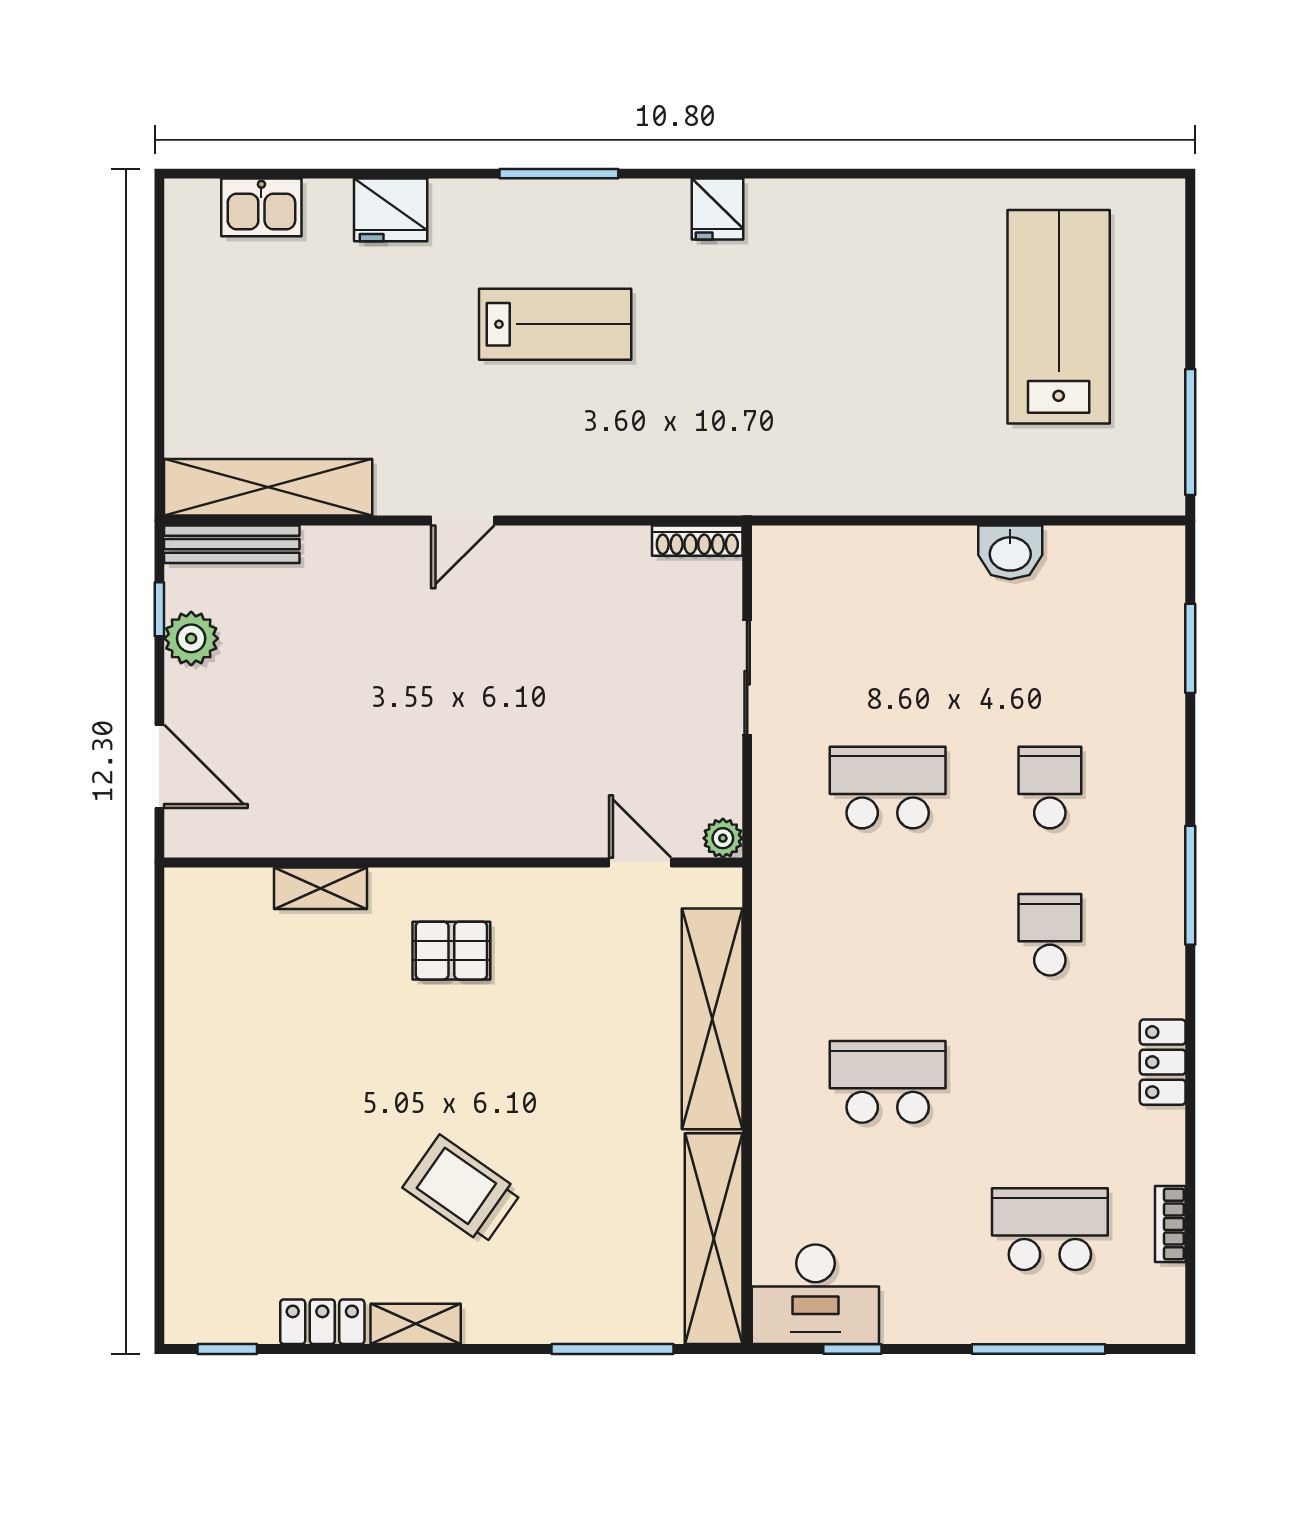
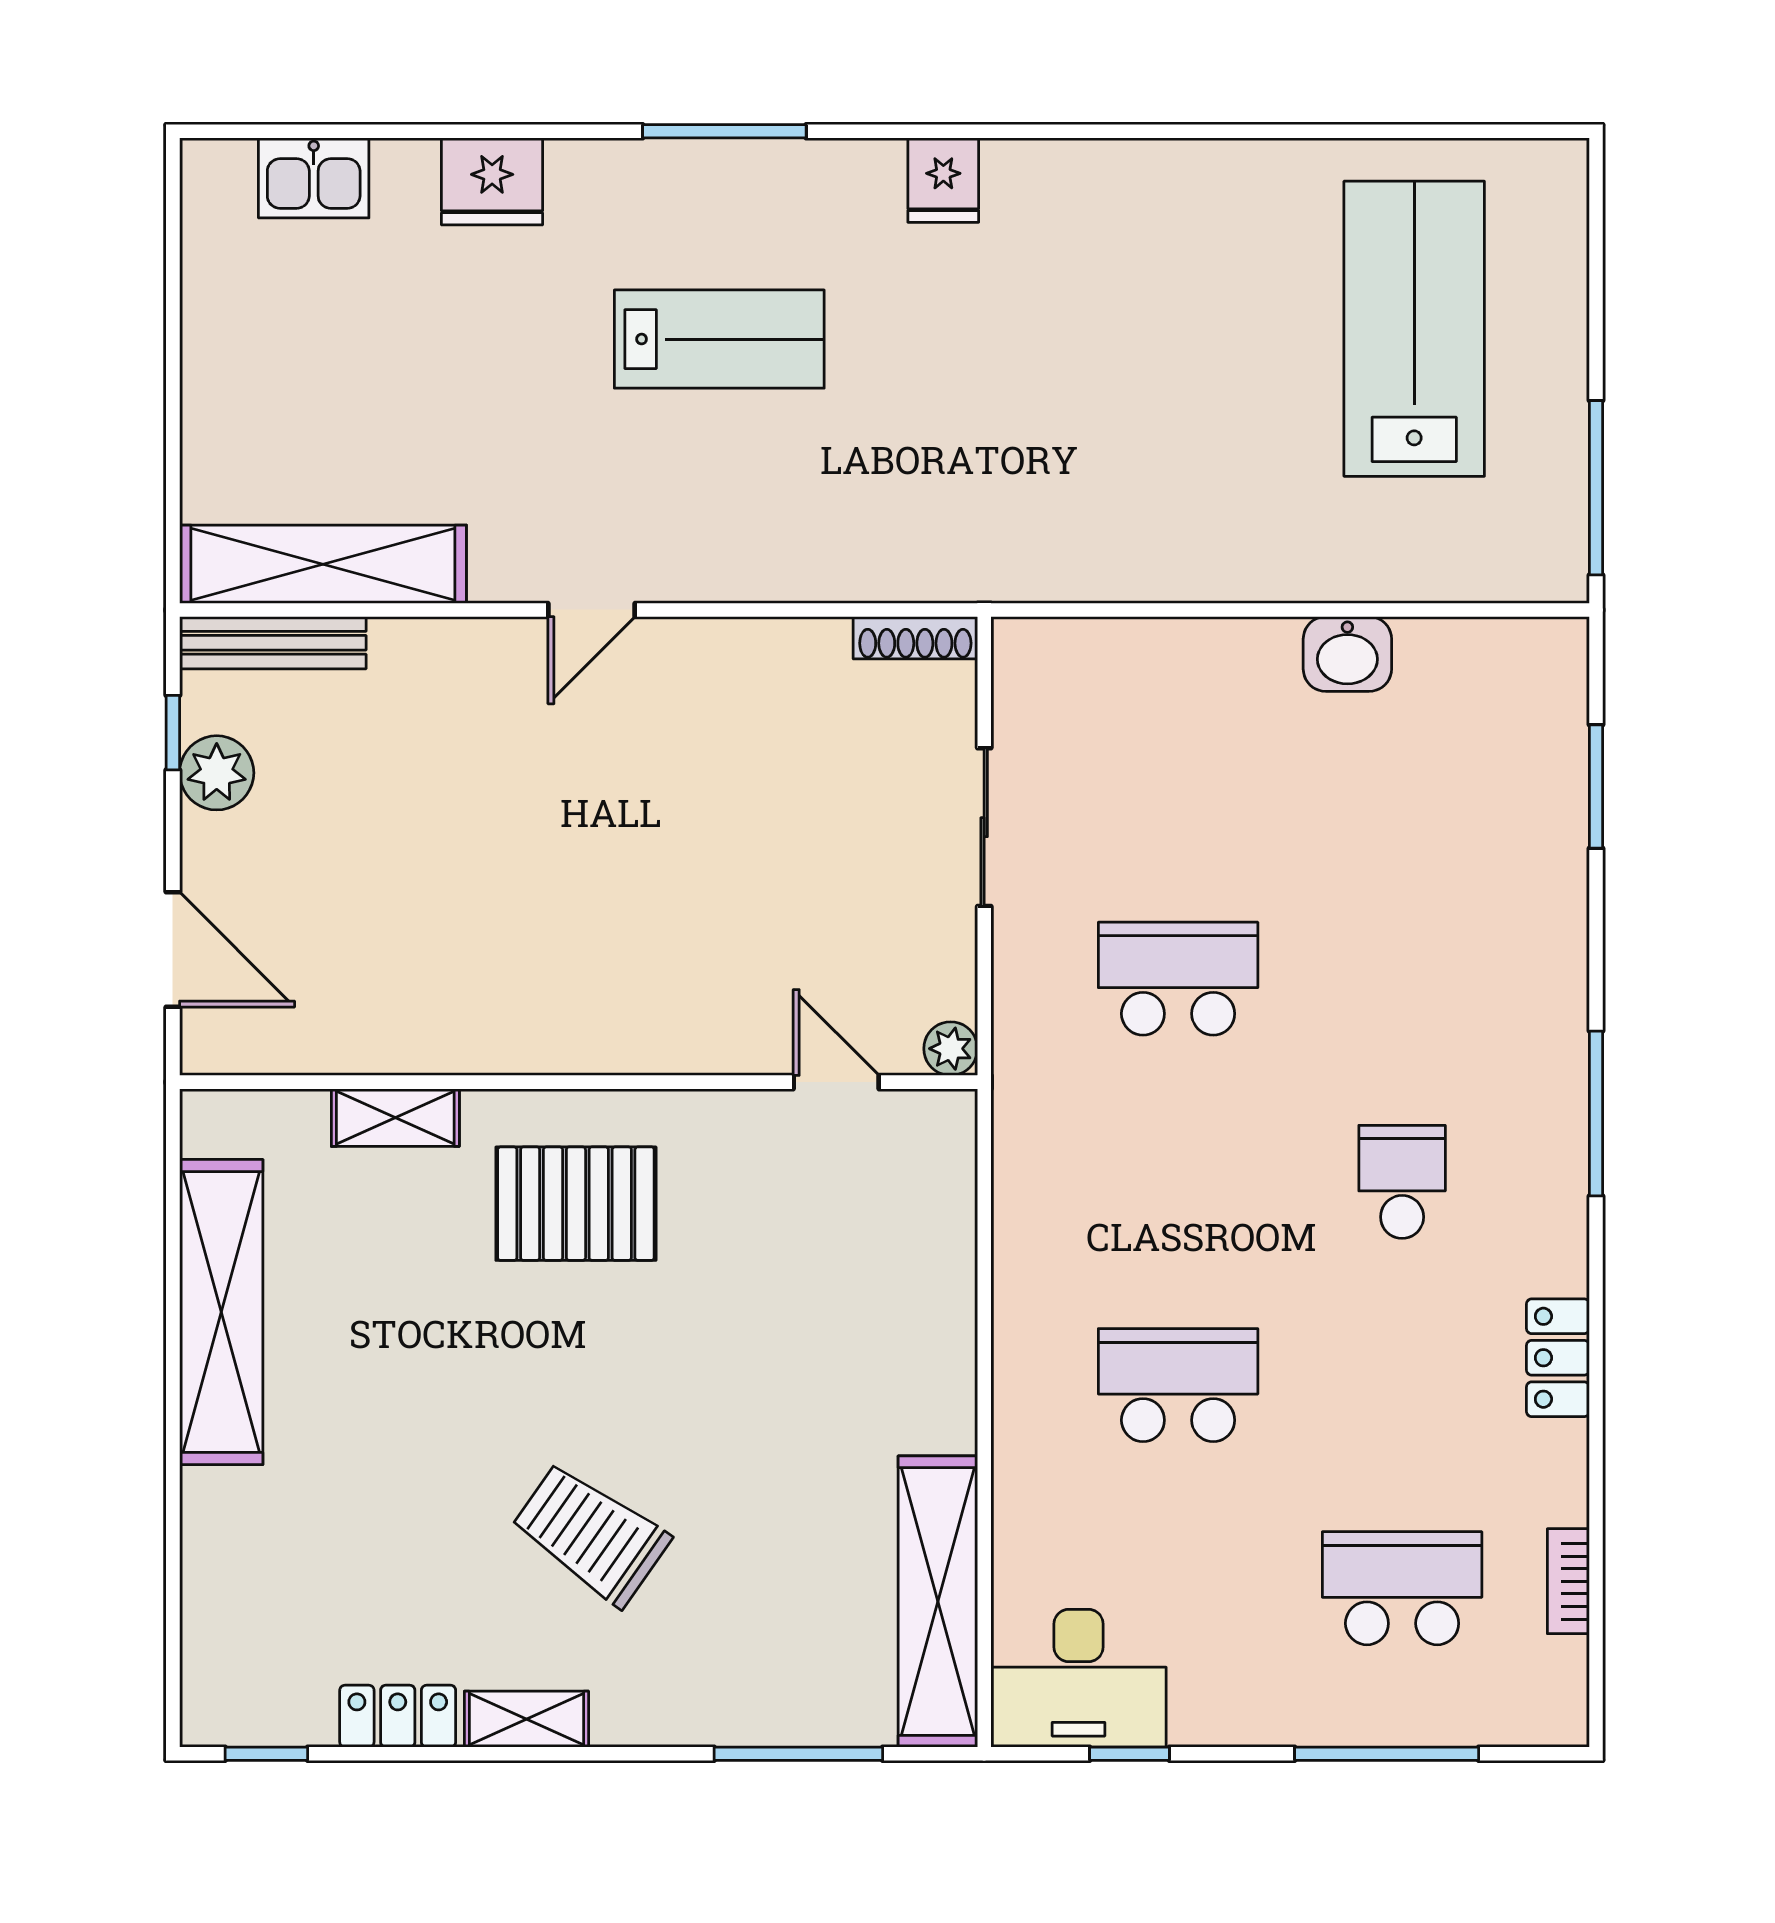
school desk: (1050, 788) -> (1402, 979), removed
pallet: (451, 951) -> (576, 1204), width x1.50, depth x1.42
shelving: (712, 1019) -> (221, 1312), moved

